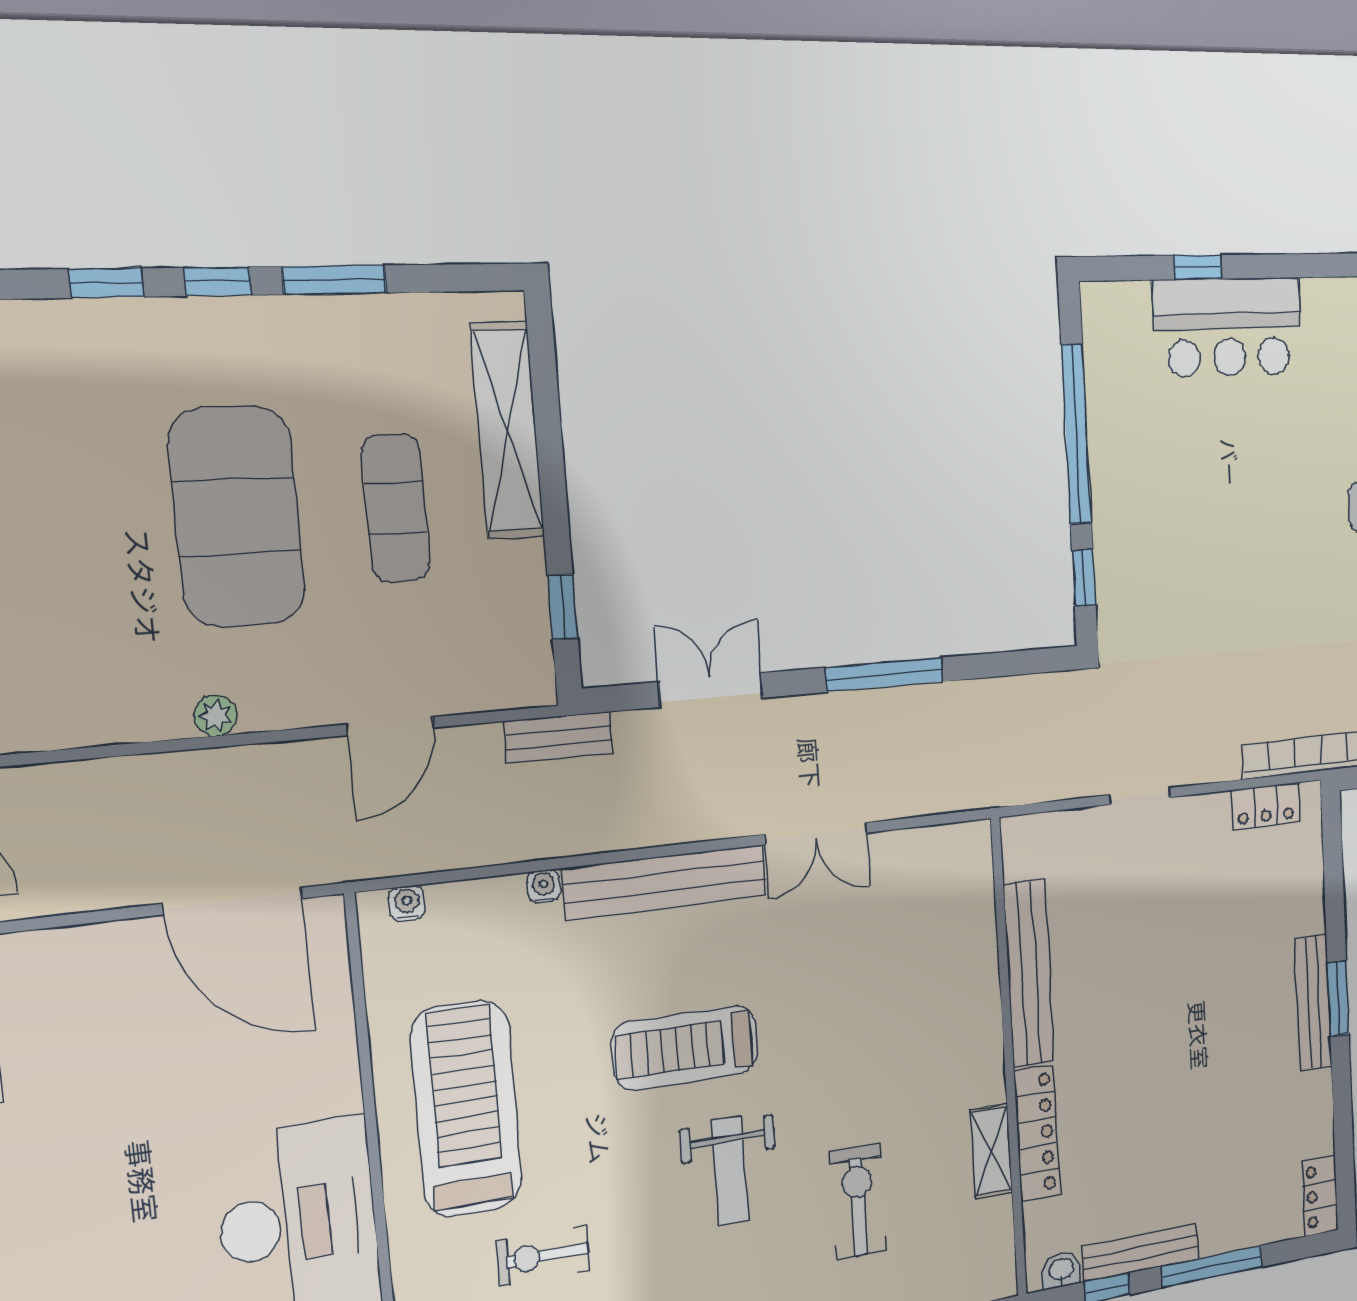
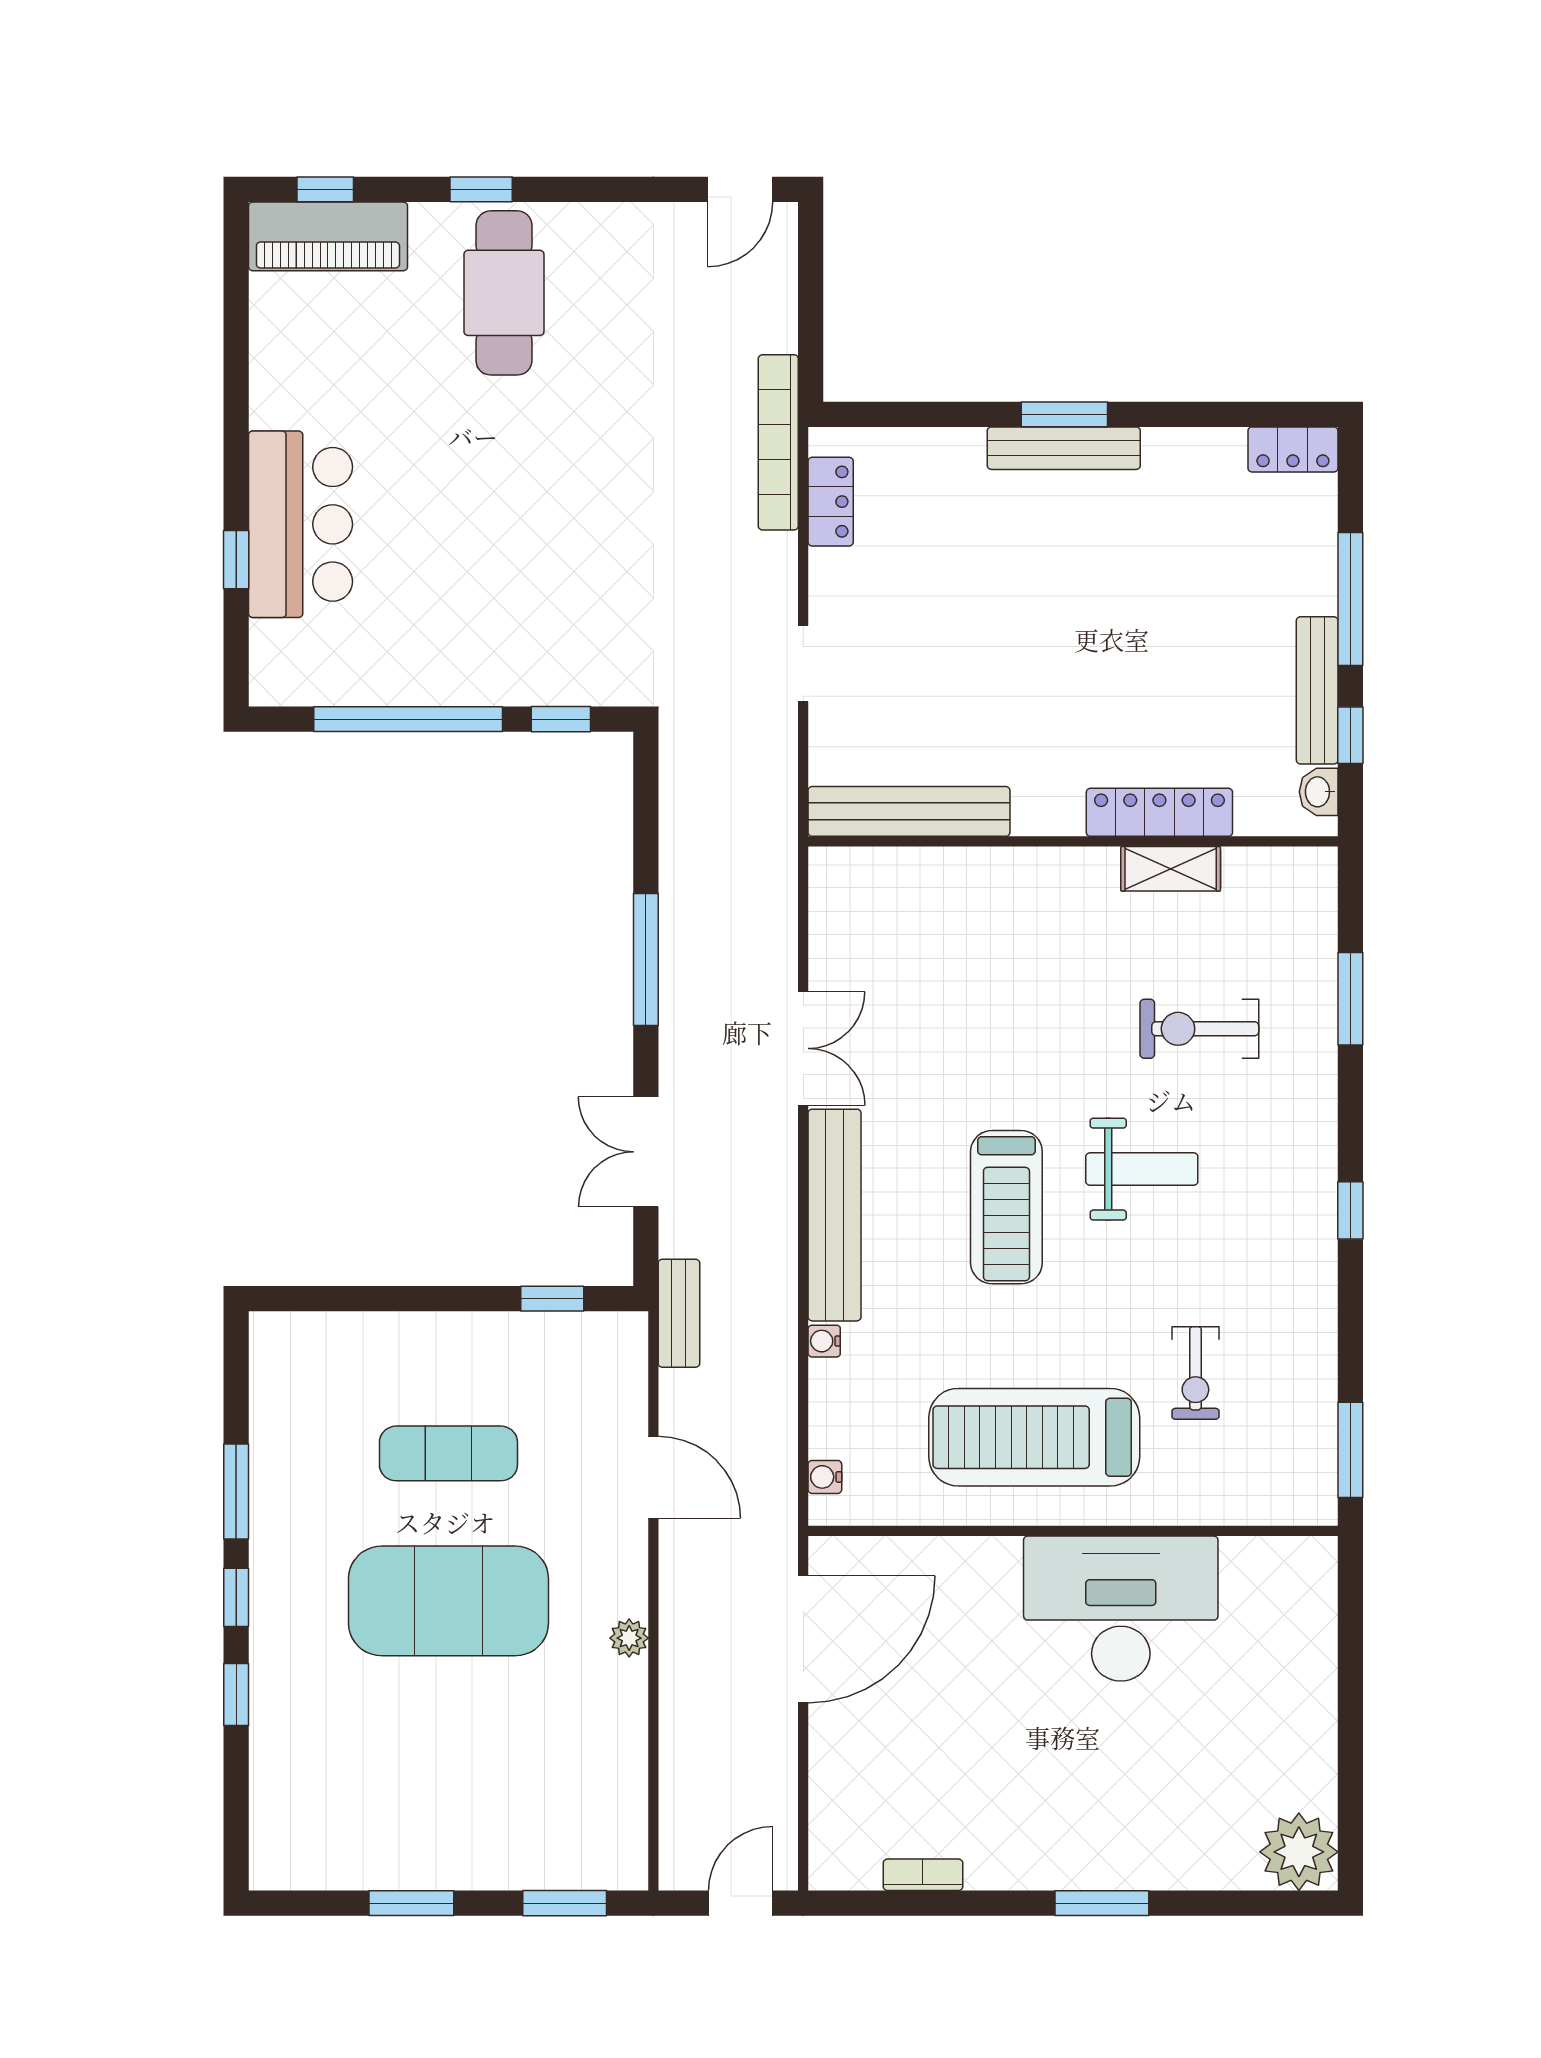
shelving: (508, 430) -> (380, 1339), removed
bench: (1029, 973) -> (909, 811), moved

